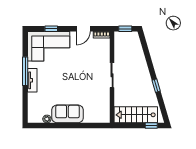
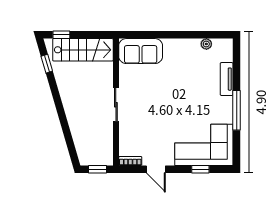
door: (83, 29) -> (156, 169), swing flipped
tv unit: (32, 80) -> (227, 79), moved
window: (156, 86) -> (47, 64), moved
sofa: (67, 114) -> (141, 51), moved

